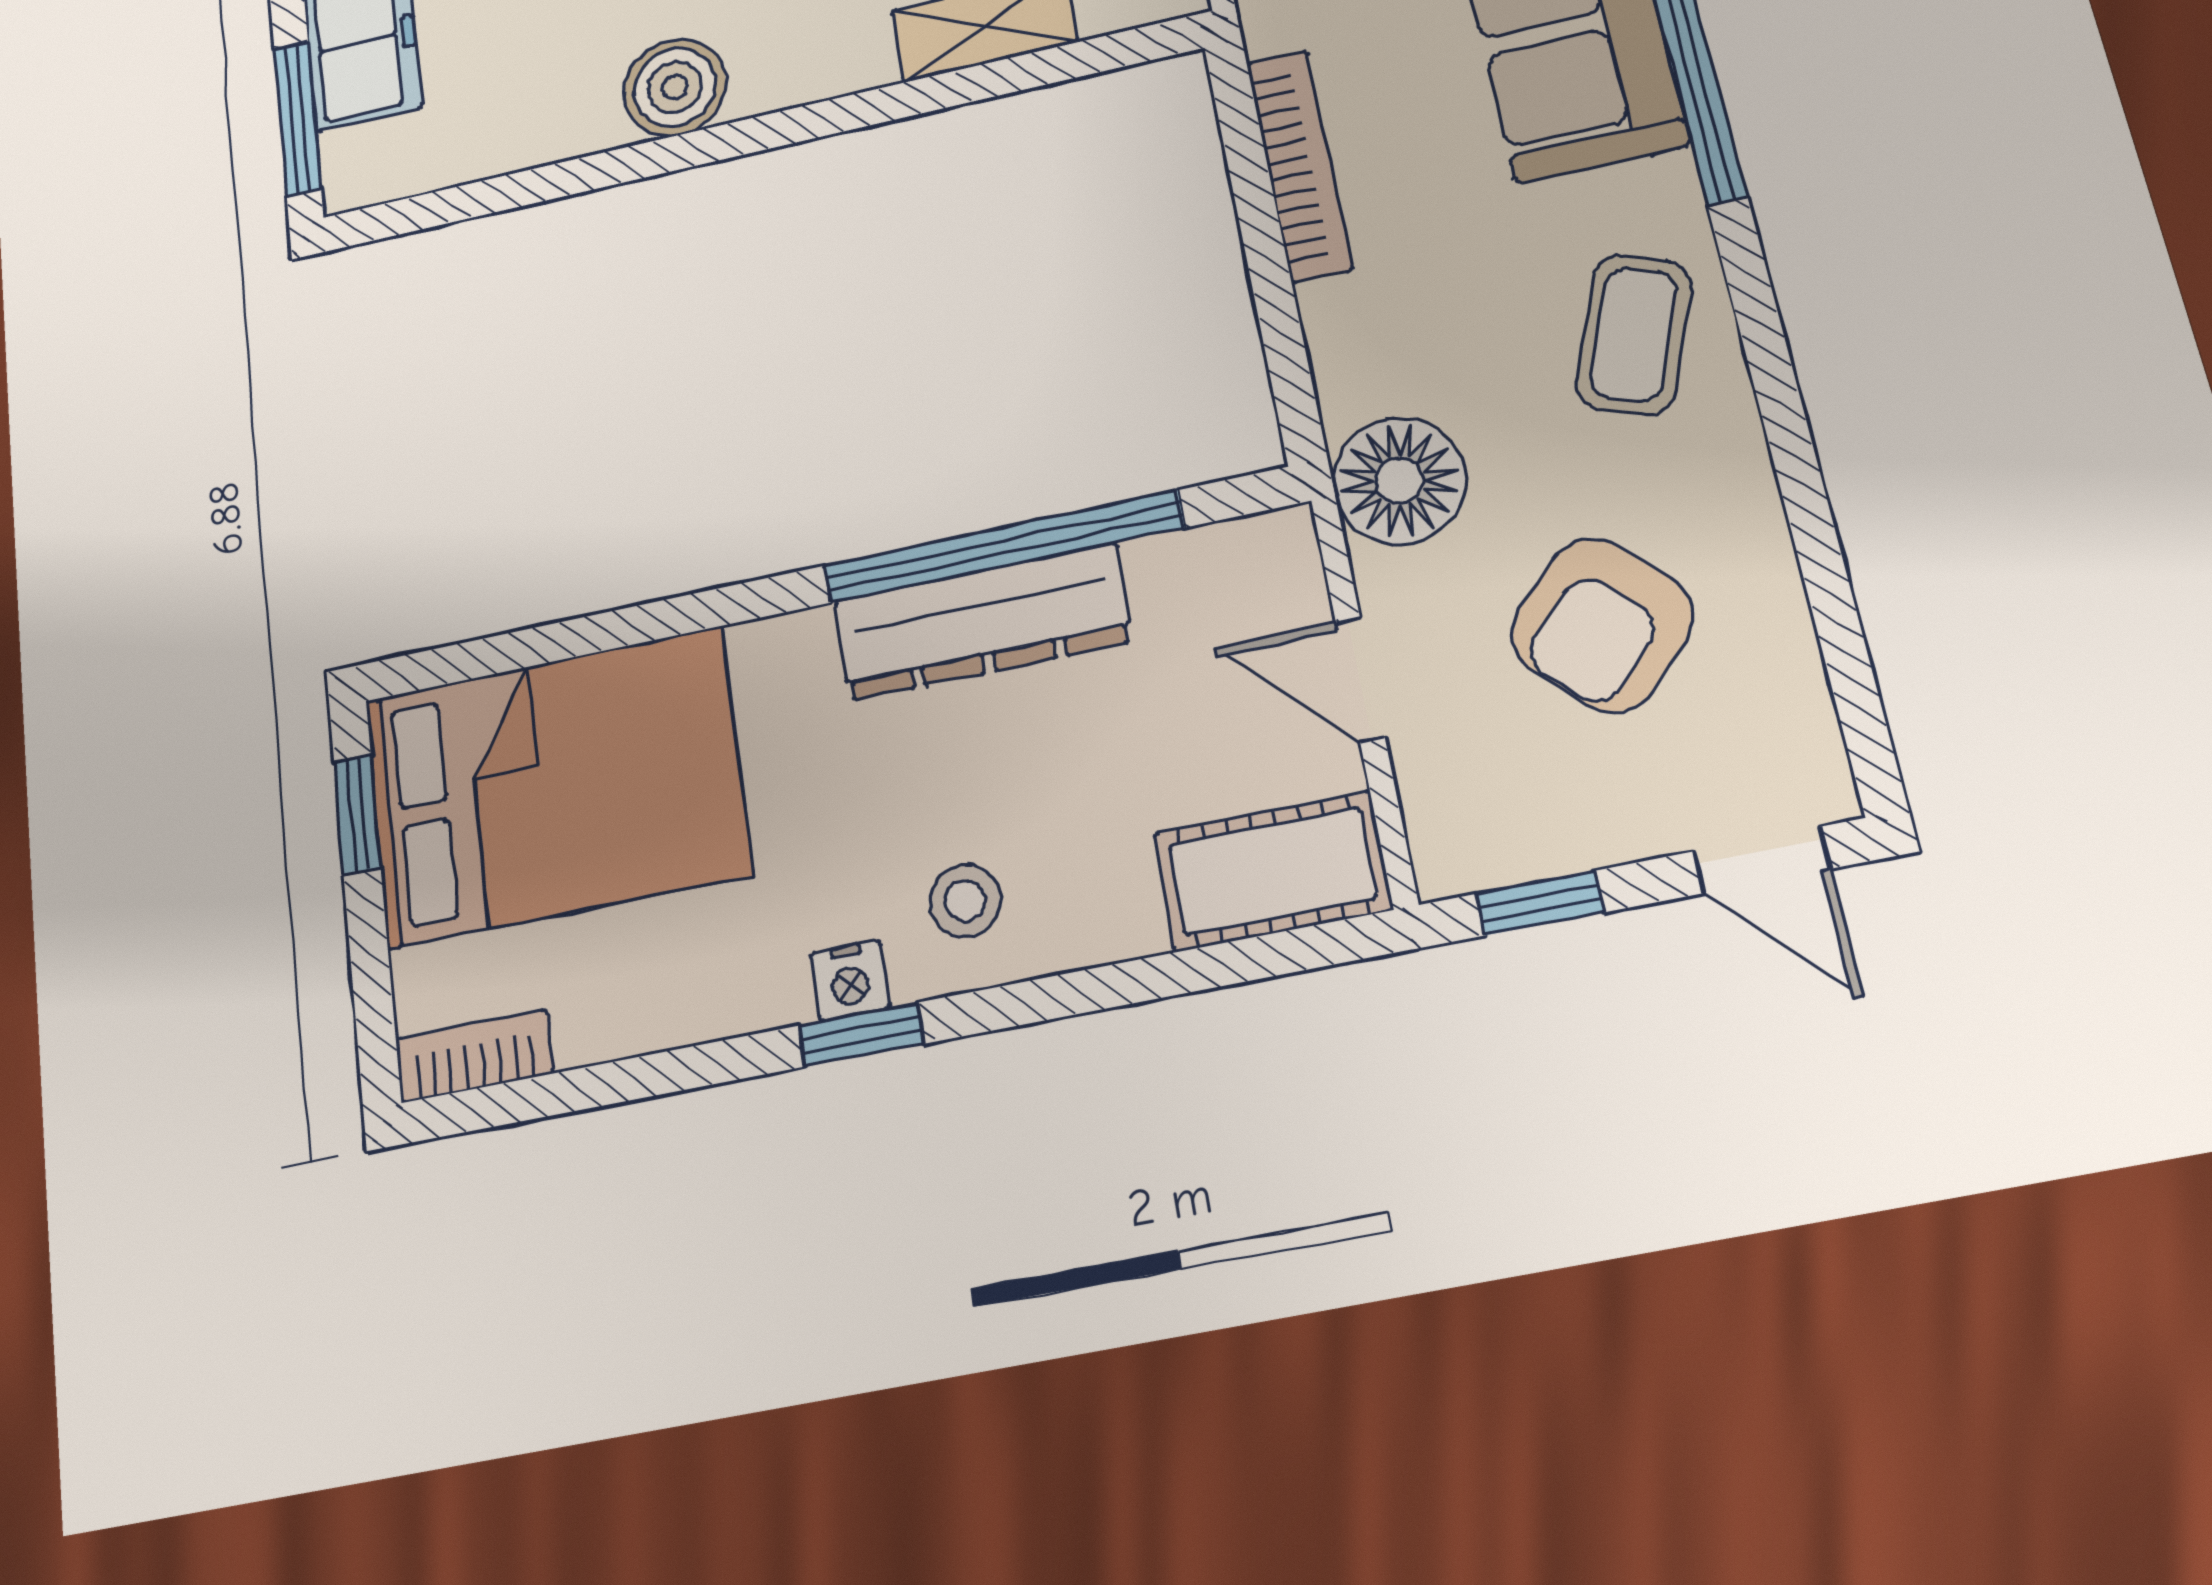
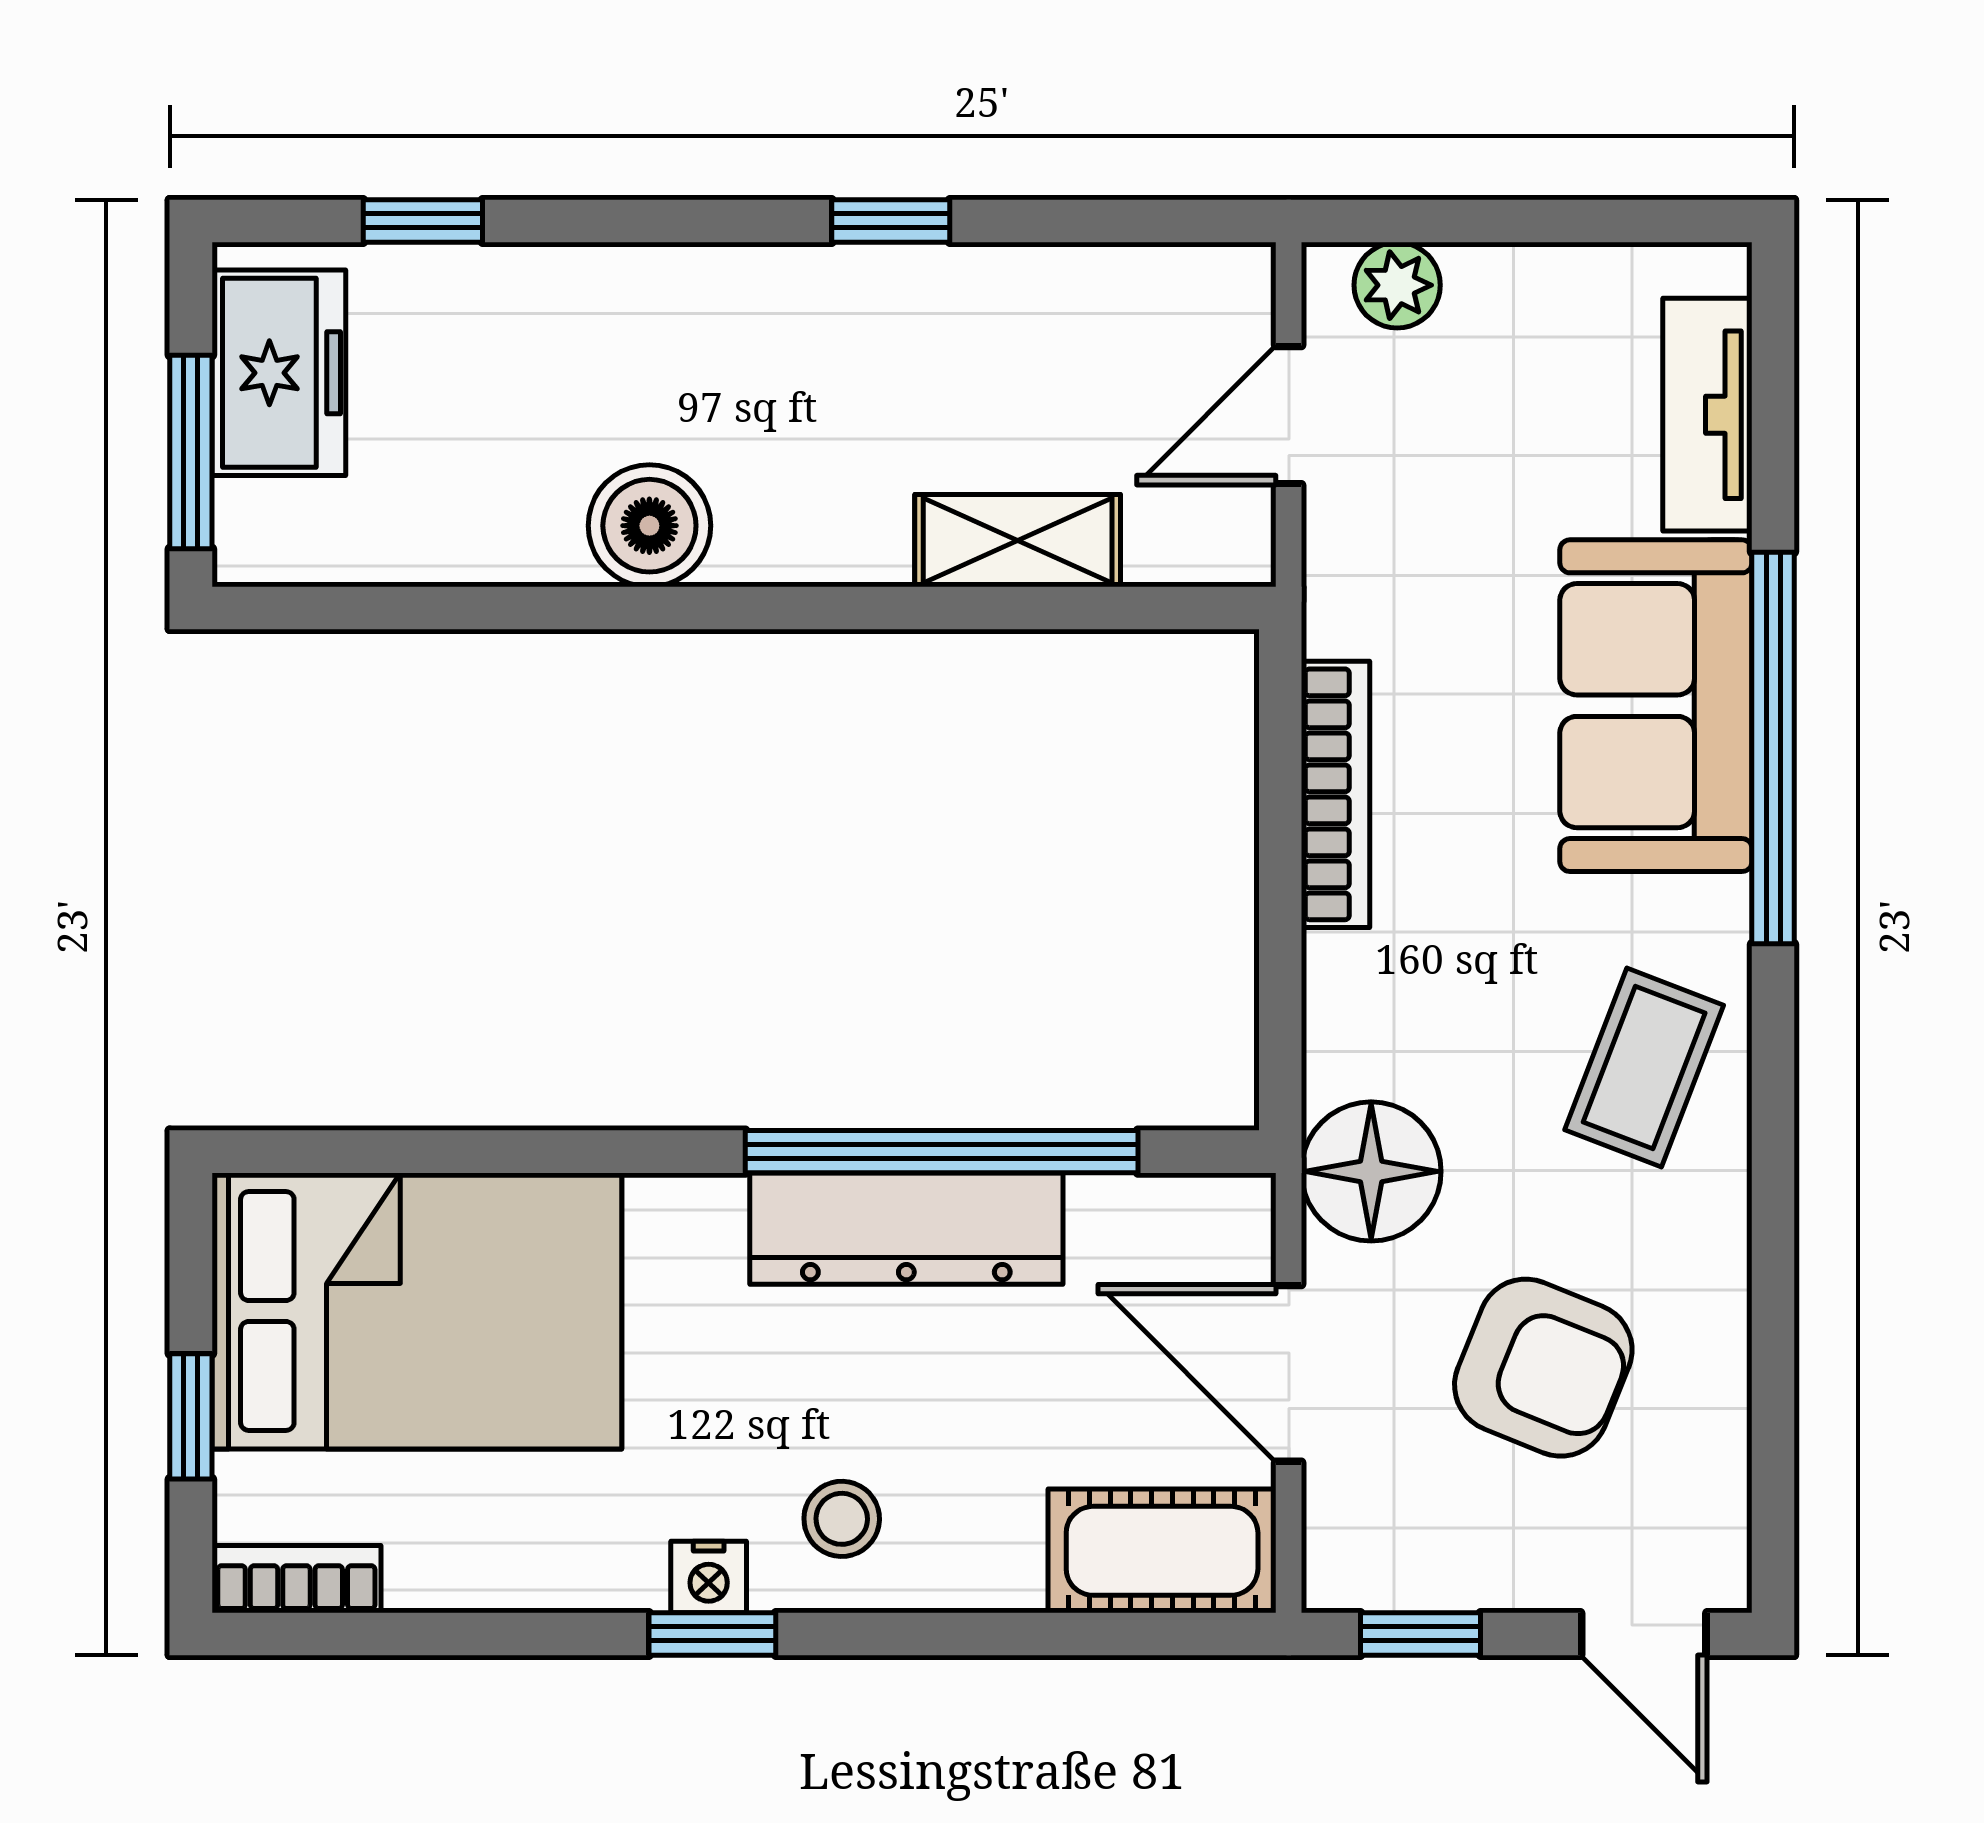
armchair: (1602, 625) -> (1543, 1368), turned -113
door: (1360, 680) -> (1289, 1373), width x1.37
window: (357, 814) -> (191, 1416), moved

